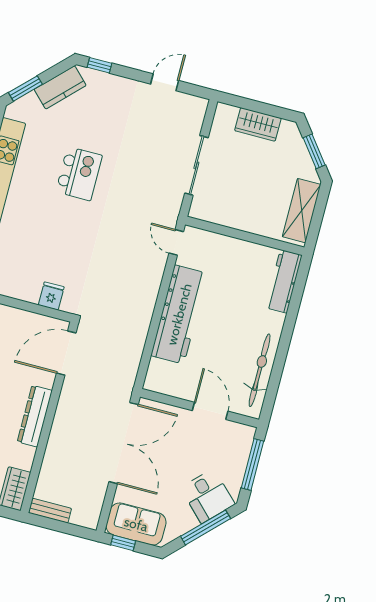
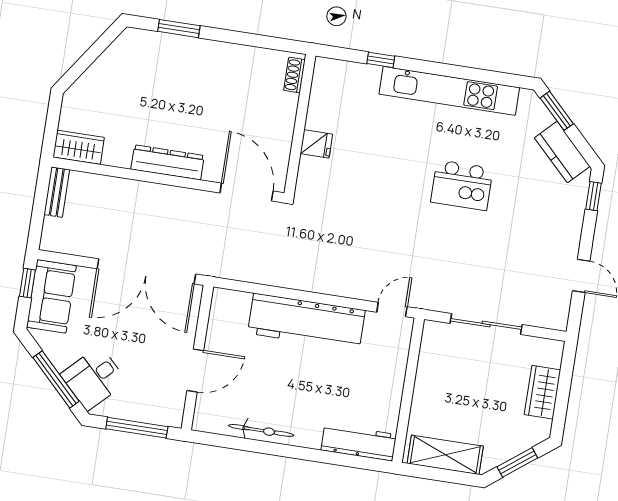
fridge: (51, 296) -> (316, 144), moved
bicycle: (260, 370) -> (261, 430), width x0.73, depth x0.71

